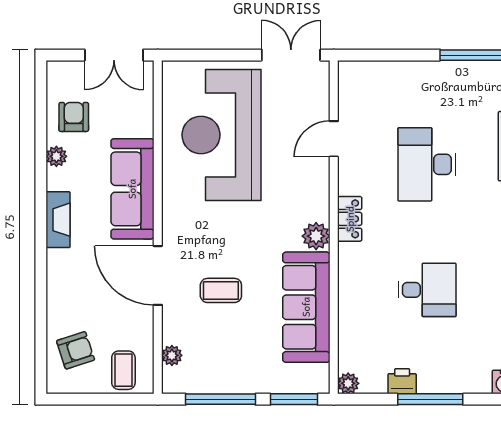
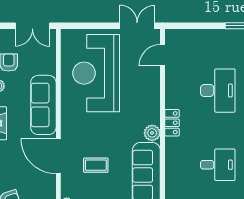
door: (334, 139) -> (163, 55), moved
desk: (427, 164) -> (218, 91), turned 180

